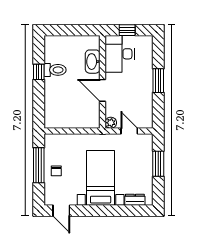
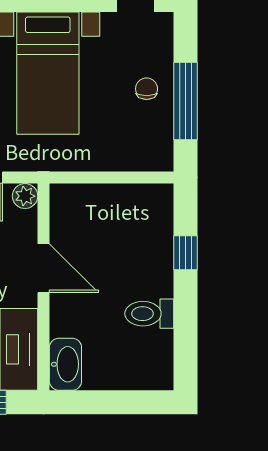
washbasin: (93, 62) -> (65, 364), moved
window: (39, 72) -> (185, 253), moved

